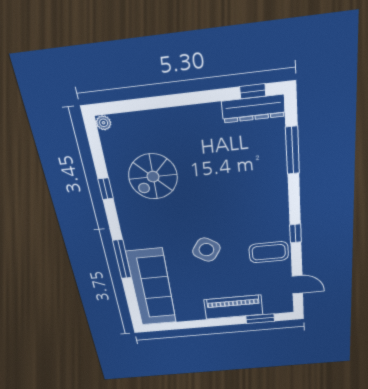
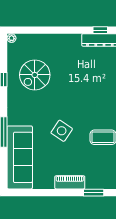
piano: (233, 307) -> (70, 182), width x0.73, depth x0.75

